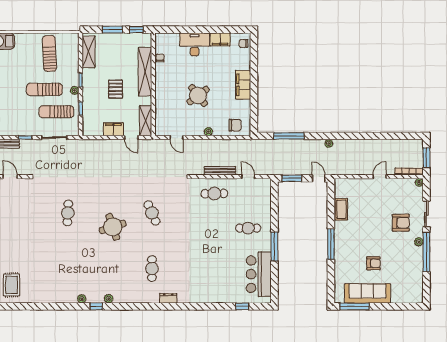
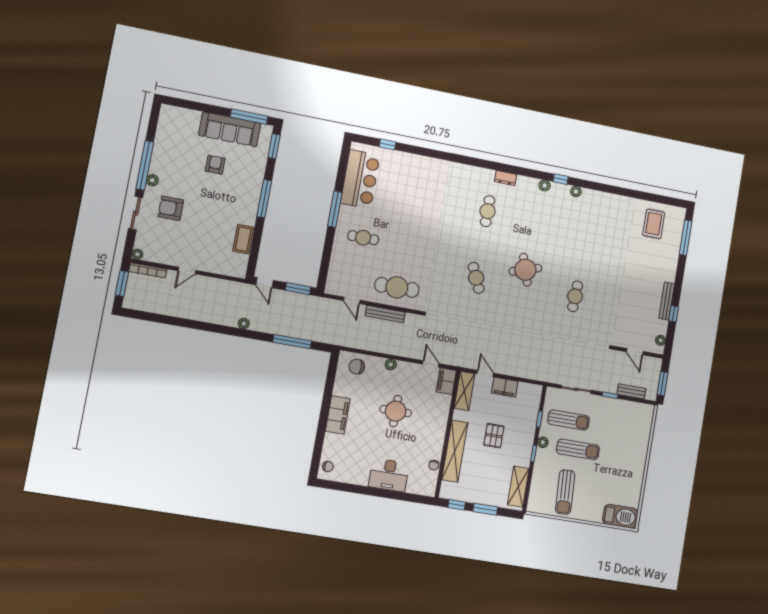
filing cabinet: (220, 39) -> (446, 381), moved, turned -90
round table: (198, 95) -> (396, 411), turned 38
cafe table: (214, 194) -> (397, 287), width x1.37, depth x1.35
armchair: (373, 263) -> (215, 165), turned 90
window: (331, 287) -> (274, 146), added
dresser: (168, 298) -> (505, 178), moved

